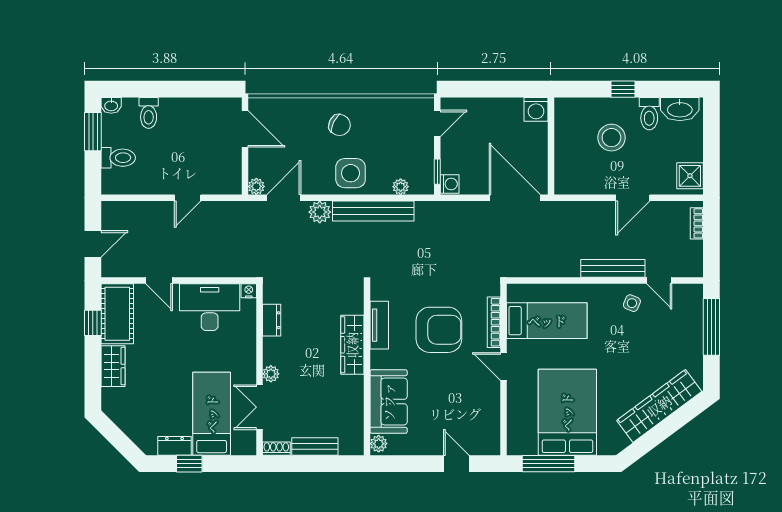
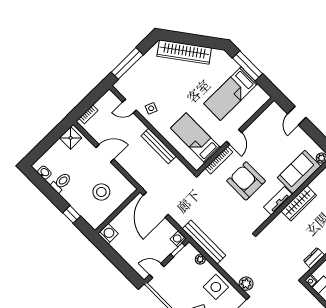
window: (623, 89) -> (72, 214), moved
washbasin: (680, 109) -> (44, 173), width x0.52, depth x0.69
stool: (611, 138) -> (101, 192), moved
bench: (373, 211) -> (204, 242), moved
bench: (613, 268) -> (159, 146), moved
door: (659, 280) -> (129, 106), swing flipped
tv unit: (379, 325) -> (278, 201), moved
wardrobe: (352, 345) -> (299, 203), moved
bed: (567, 412) -> (231, 94), width x0.67
window: (548, 464) -> (247, 66), moved

